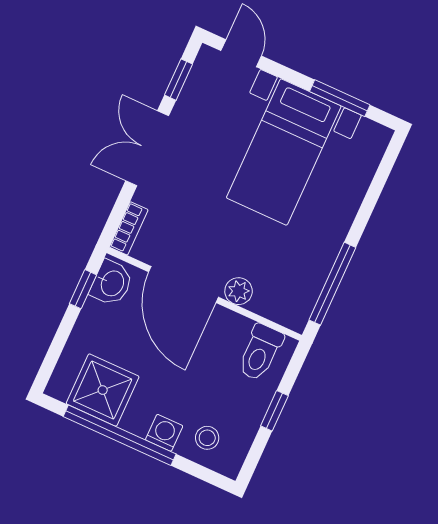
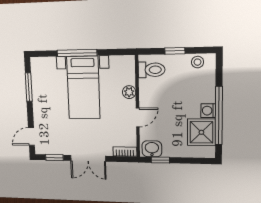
bed with nightstands: (284, 152) -> (83, 88), moved, turned 90
door: (184, 284) -> (138, 117), width x0.53
window: (332, 284) -> (77, 53), moved
washing machine: (164, 433) -> (208, 111), moved
stool: (207, 438) -> (197, 62), moved

